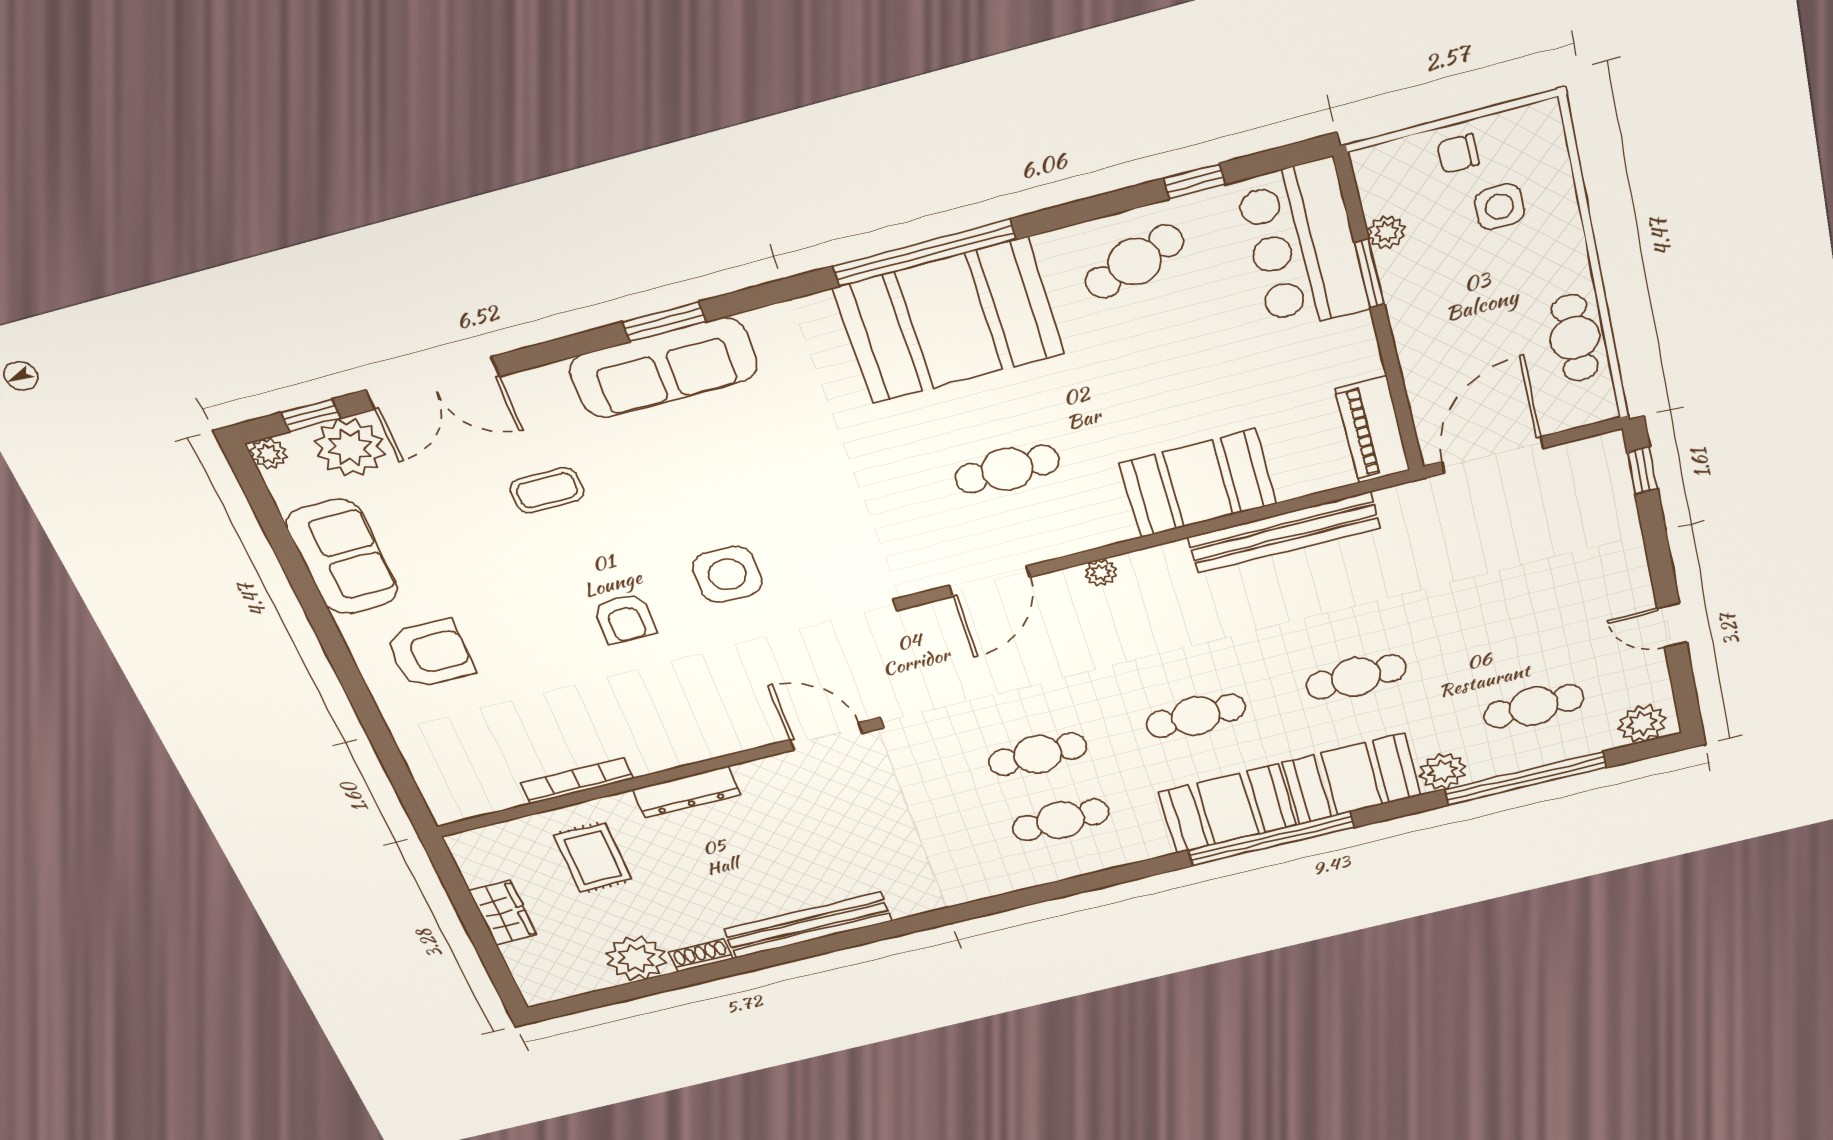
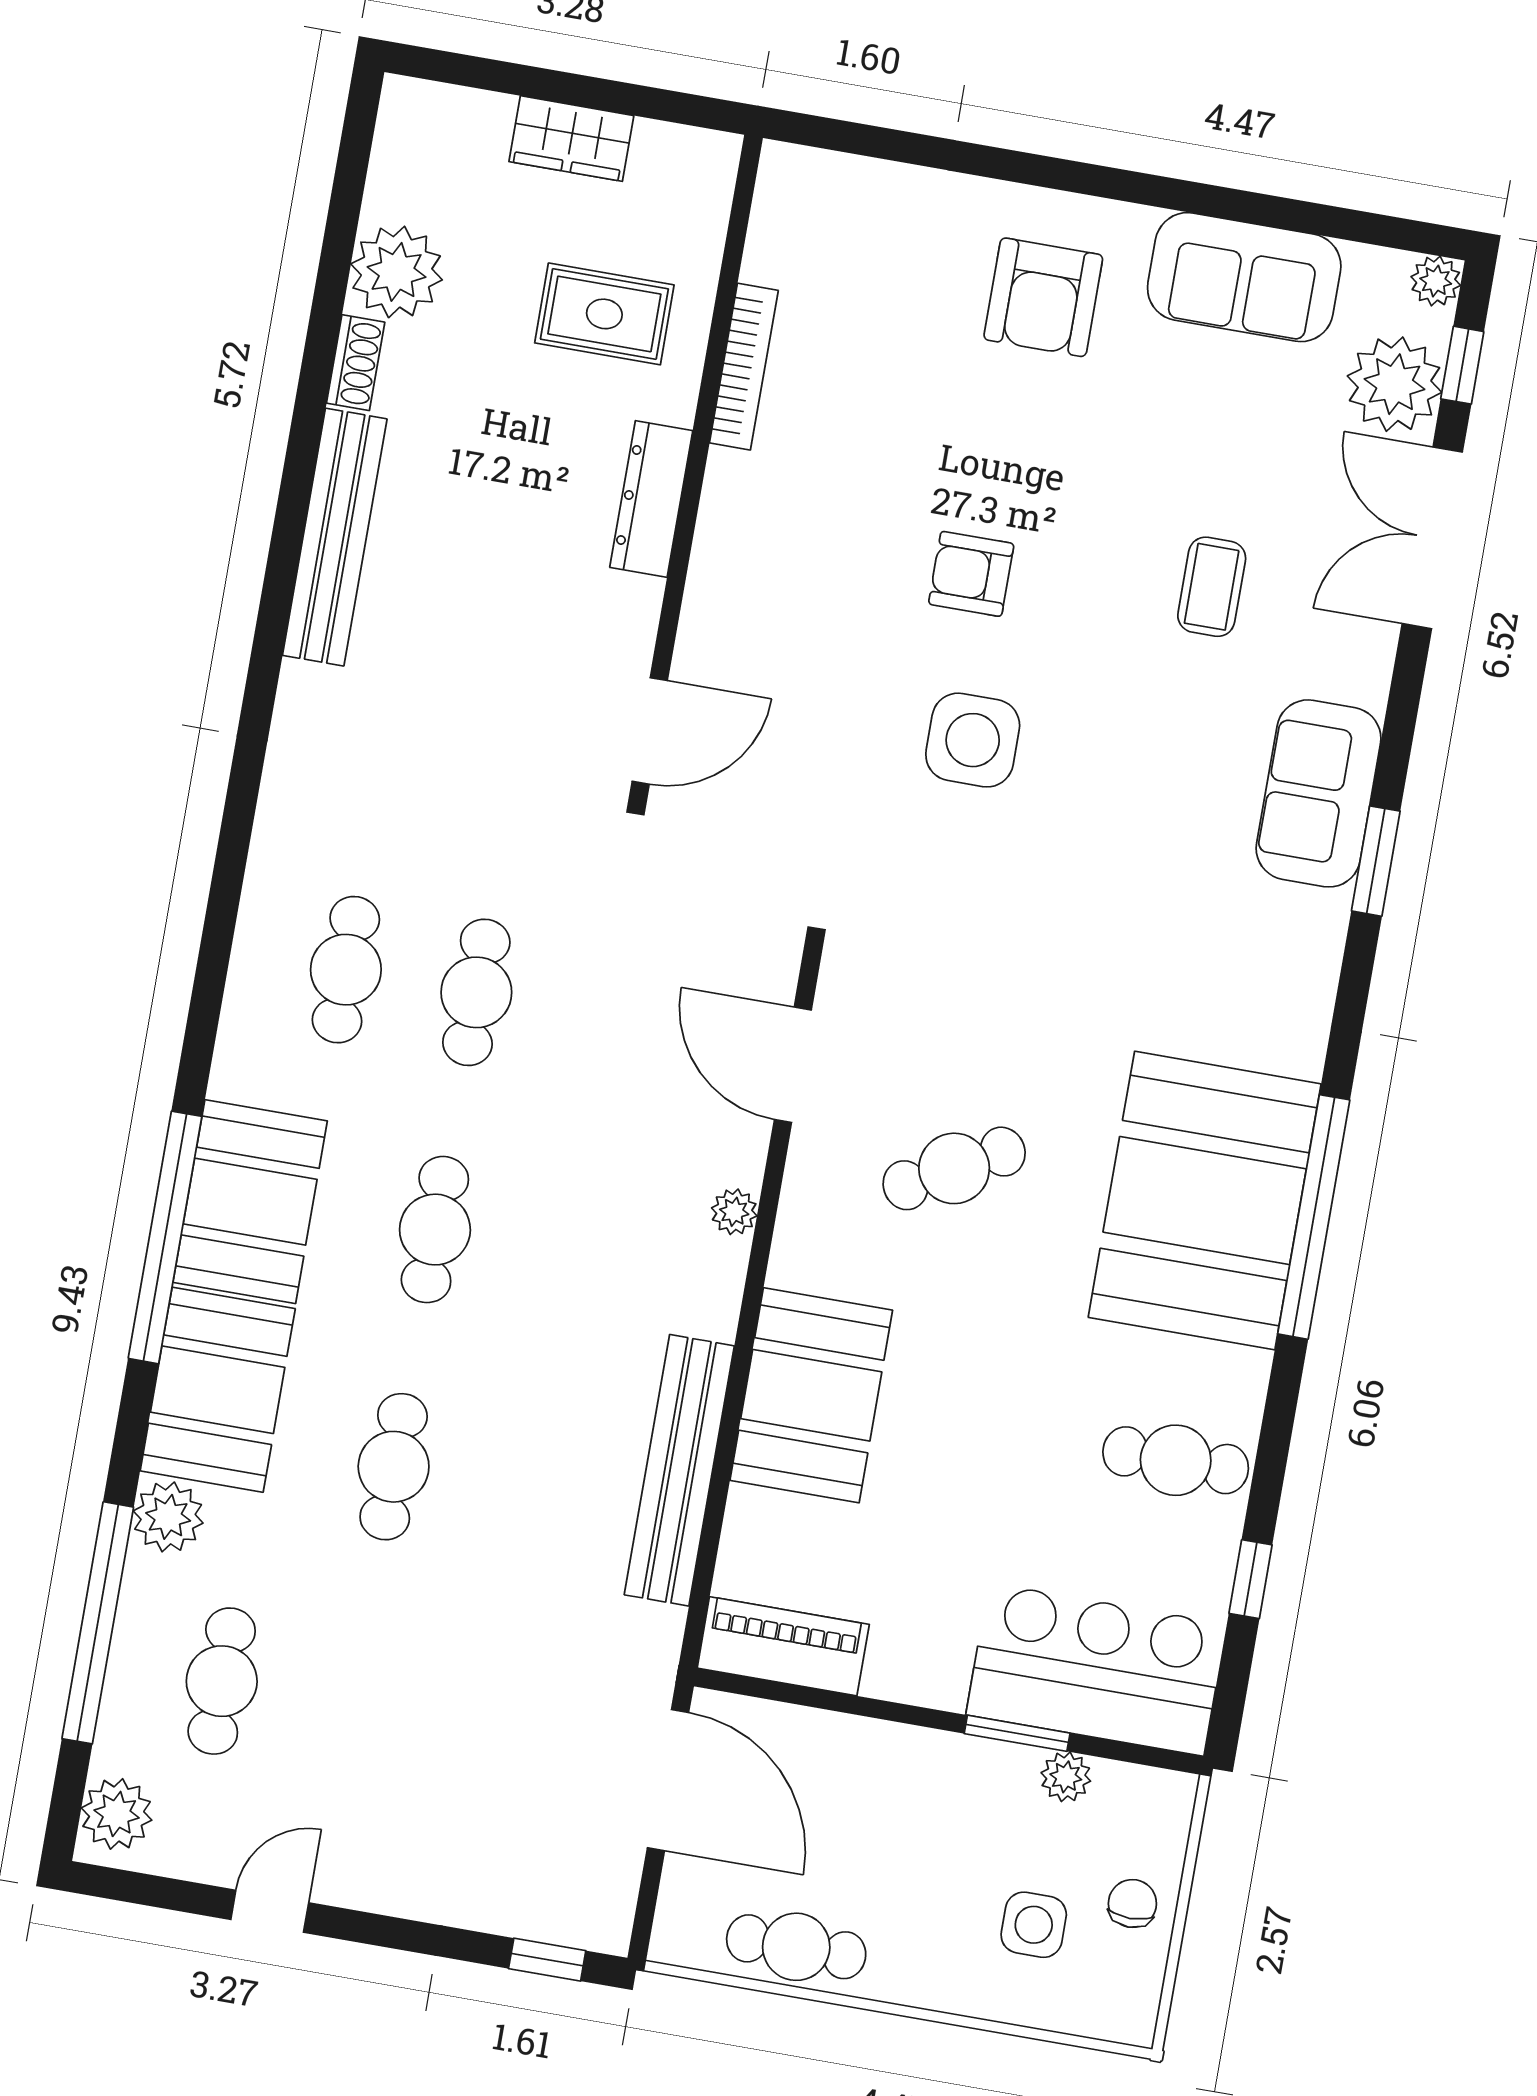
cafe table: (1134, 262) -> (1176, 1460), turned -69
sofa: (664, 368) -> (1319, 793), width x0.73
cafe table: (1007, 469) -> (954, 1168), turned 61

